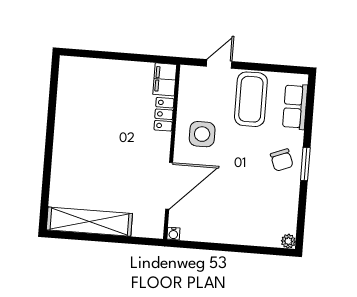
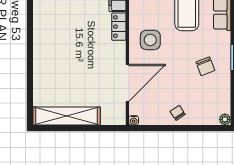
chair: (282, 160) -> (205, 66), moved
chair: (229, 228) -> (178, 113), added

